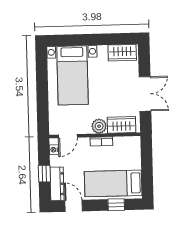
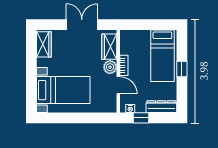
door: (68, 136) -> (118, 85), moved
window: (44, 174) -> (141, 118), moved
window: (116, 205) -> (182, 69), moved
door: (74, 206) -> (182, 92), removed

